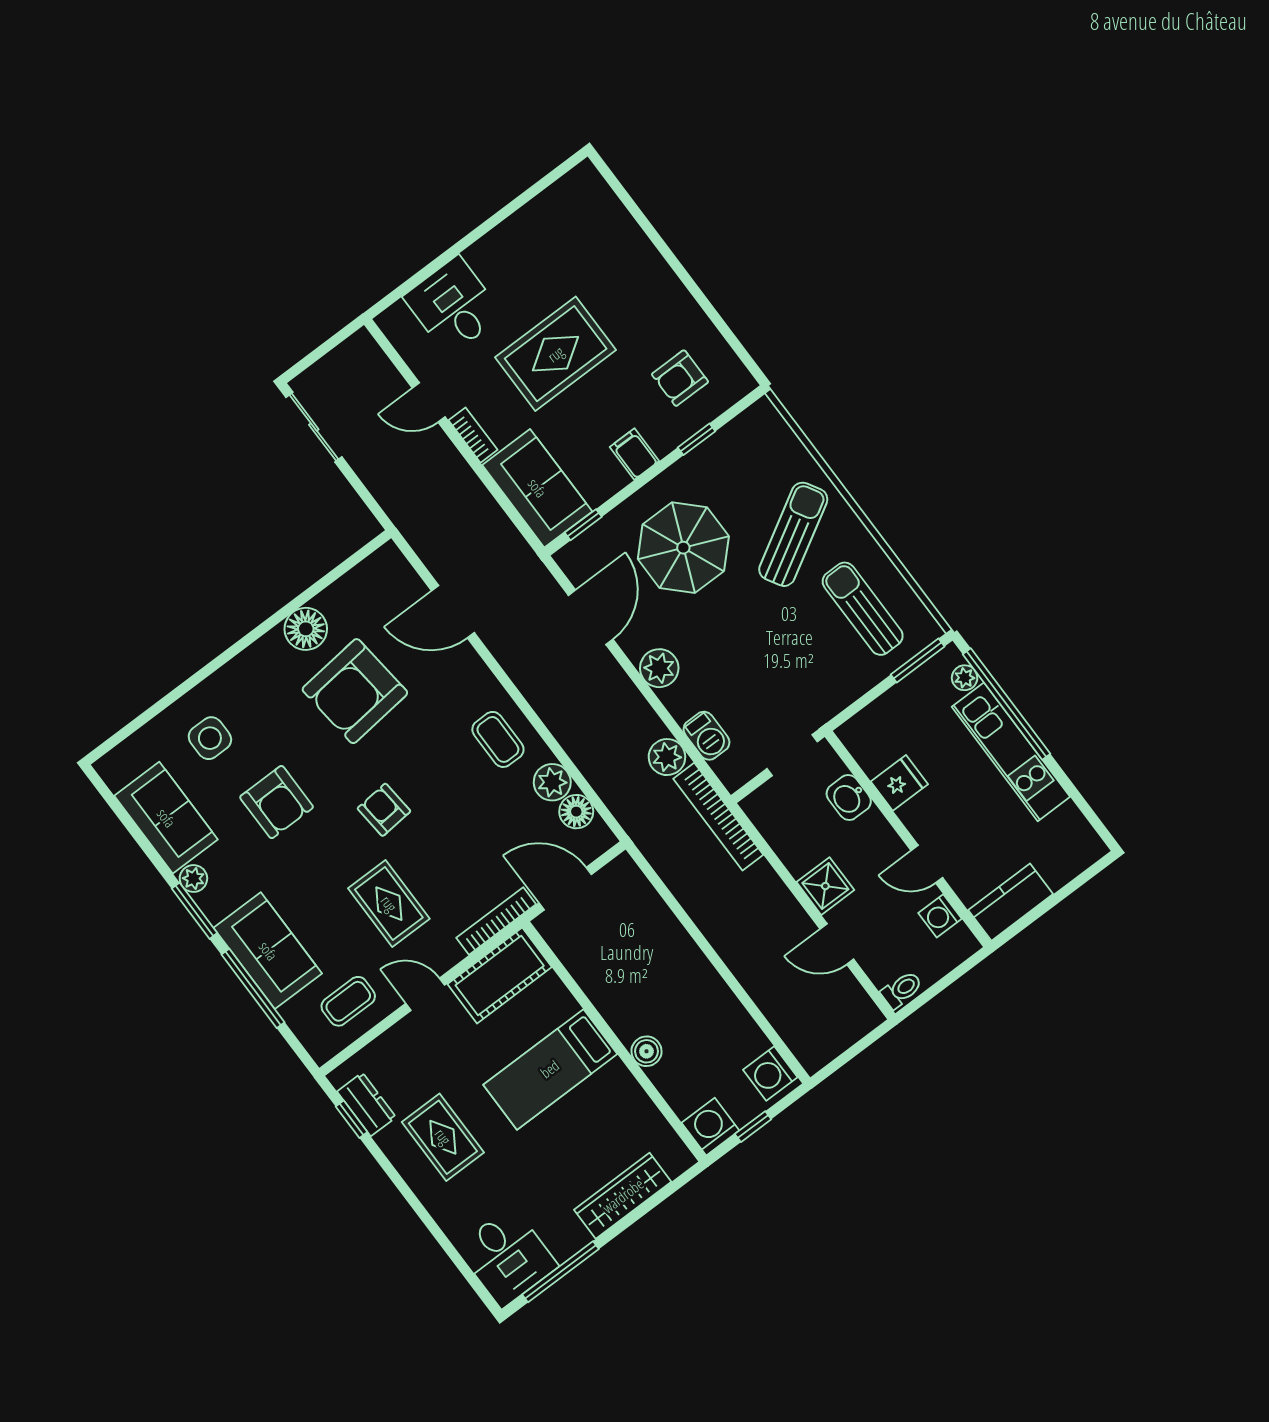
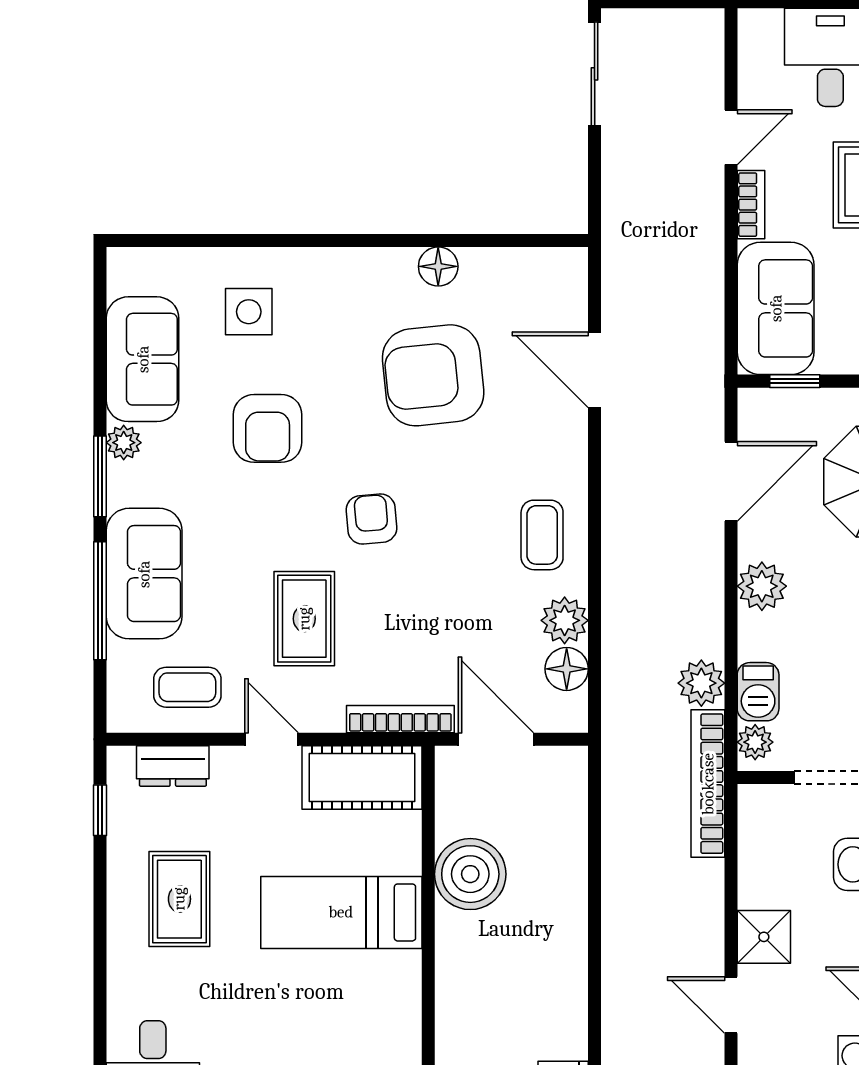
door: (429, 402) -> (731, 137), swing flipped
floor lamp: (306, 629) -> (438, 266), width x0.73, depth x0.73
plant: (728, 769) -> (755, 742), added
boiler: (646, 1051) -> (470, 874), moved, width x1.86, depth x1.86
dresser: (367, 1104) -> (173, 766), moved, turned 90

